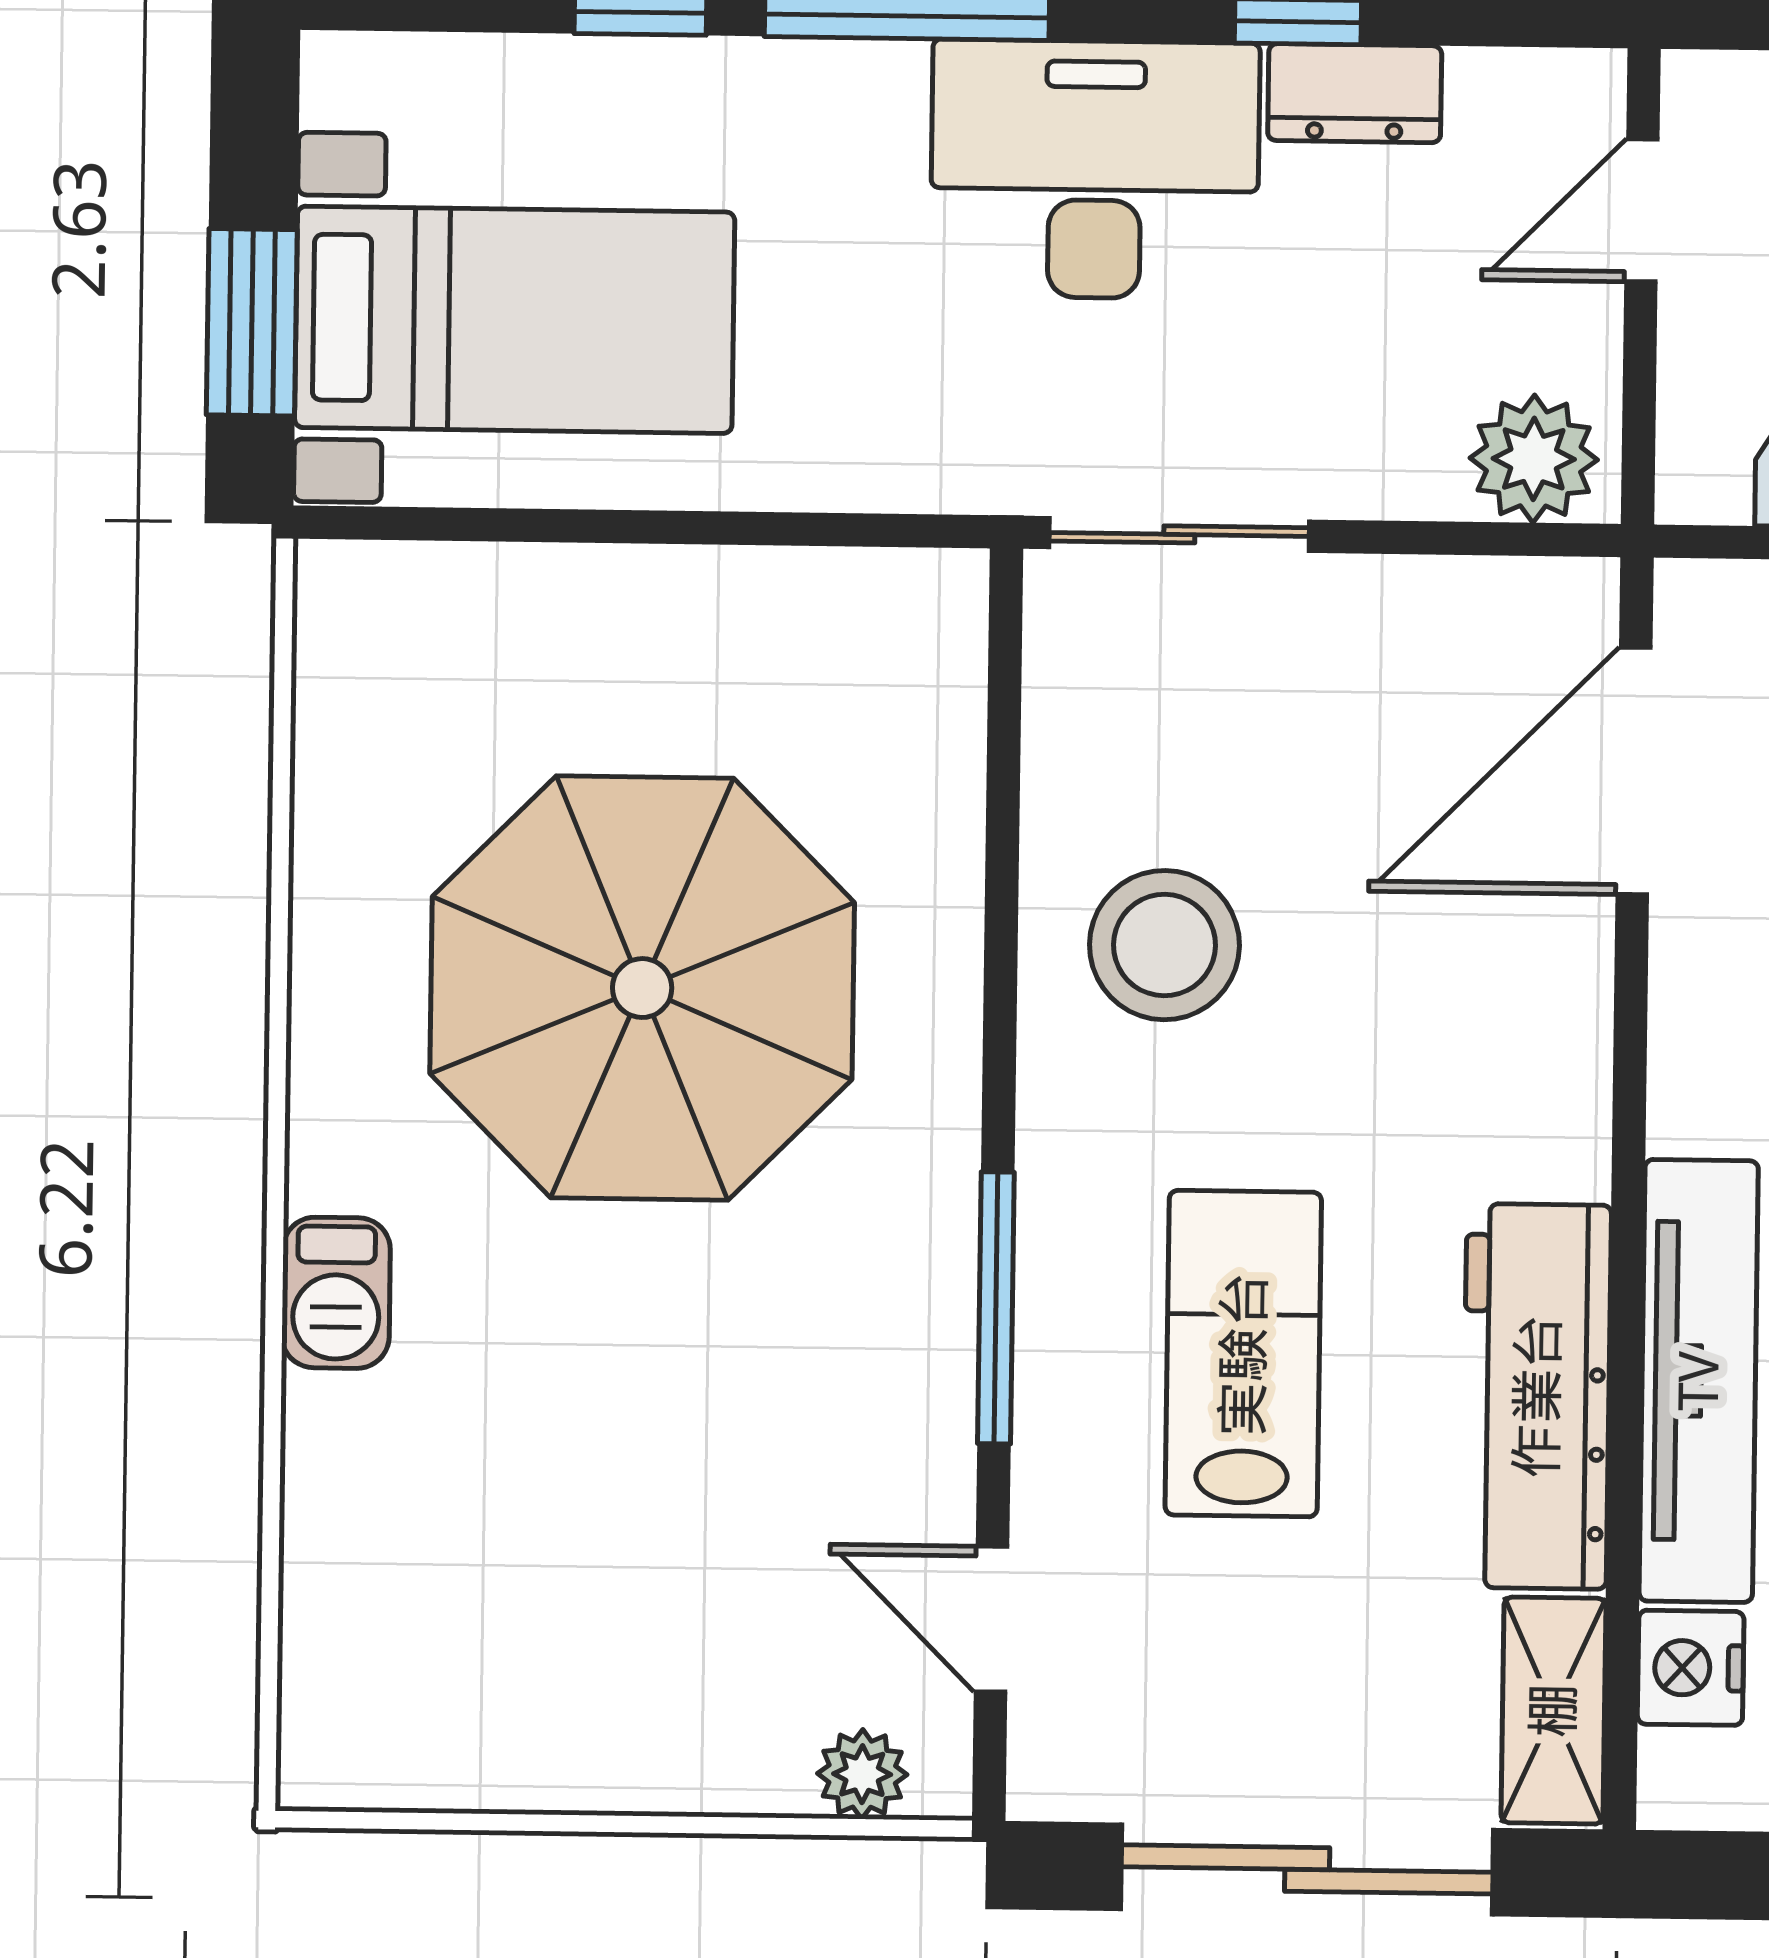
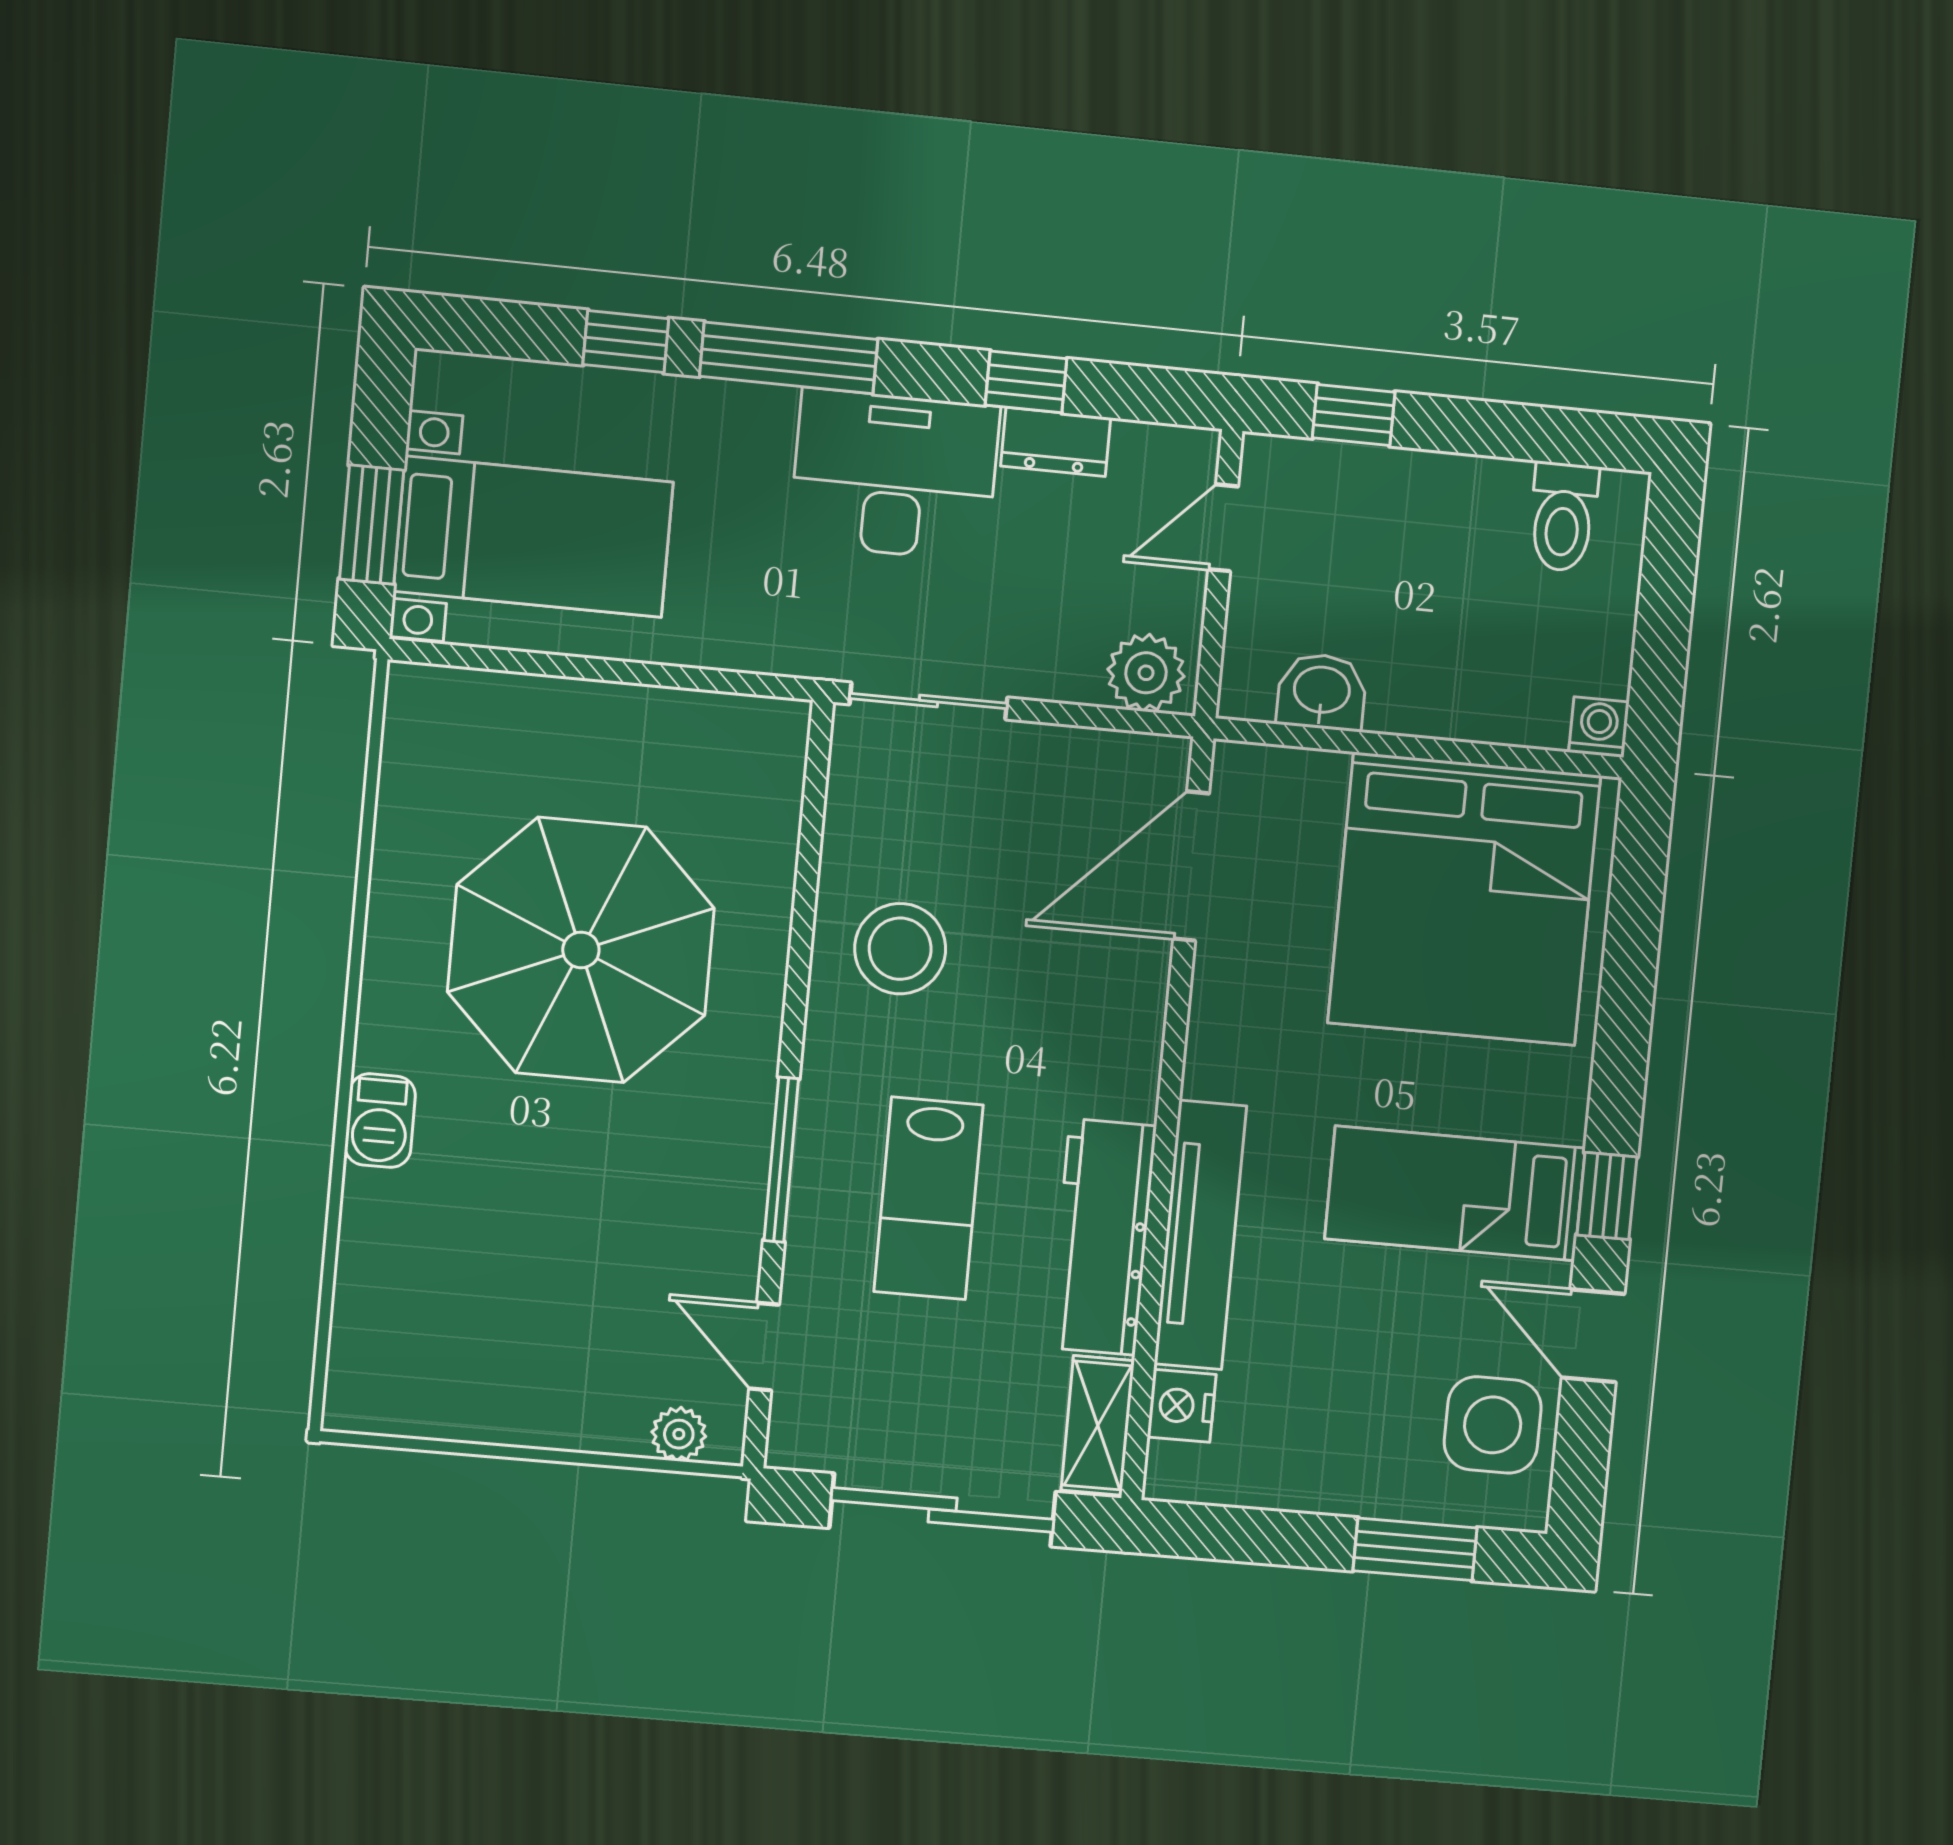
lab bench: (1243, 1354) -> (928, 1198), turned 180

